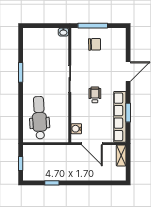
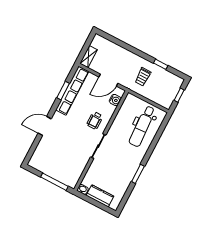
kitchen counter: (45, 34) -> (100, 196), added
chair: (95, 44) -> (61, 165), removed
wheelchair: (95, 95) -> (95, 120), moved
door: (92, 144) -> (108, 80), swing flipped
trolley: (62, 163) -> (143, 77), added

